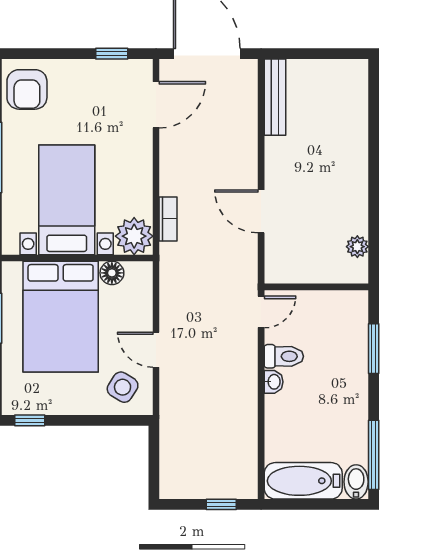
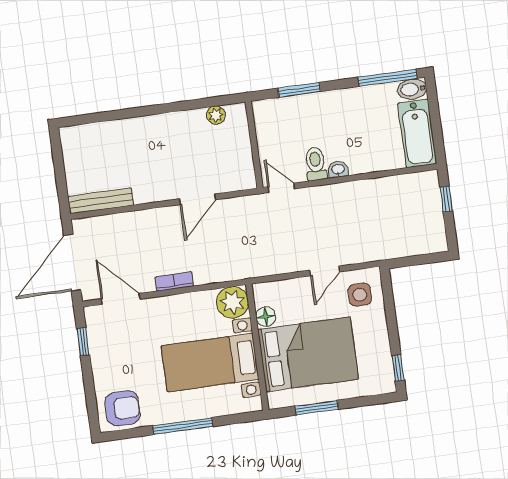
bookcase: (168, 219) -> (174, 281), moved
side table: (123, 387) -> (360, 295), turned -32

